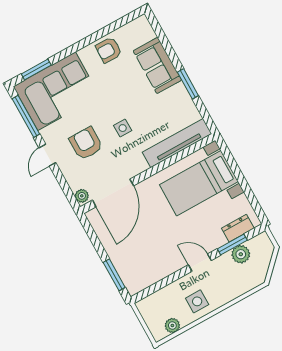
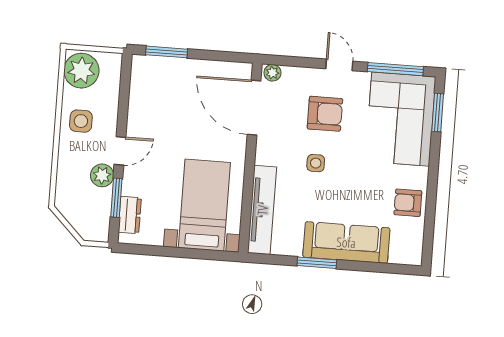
armchair: (109, 50) -> (408, 203), turned -91
sofa: (157, 65) -> (346, 242), width x1.36
plant: (241, 254) -> (102, 175), moved
plant: (172, 325) -> (81, 71), width x1.88, depth x1.88

